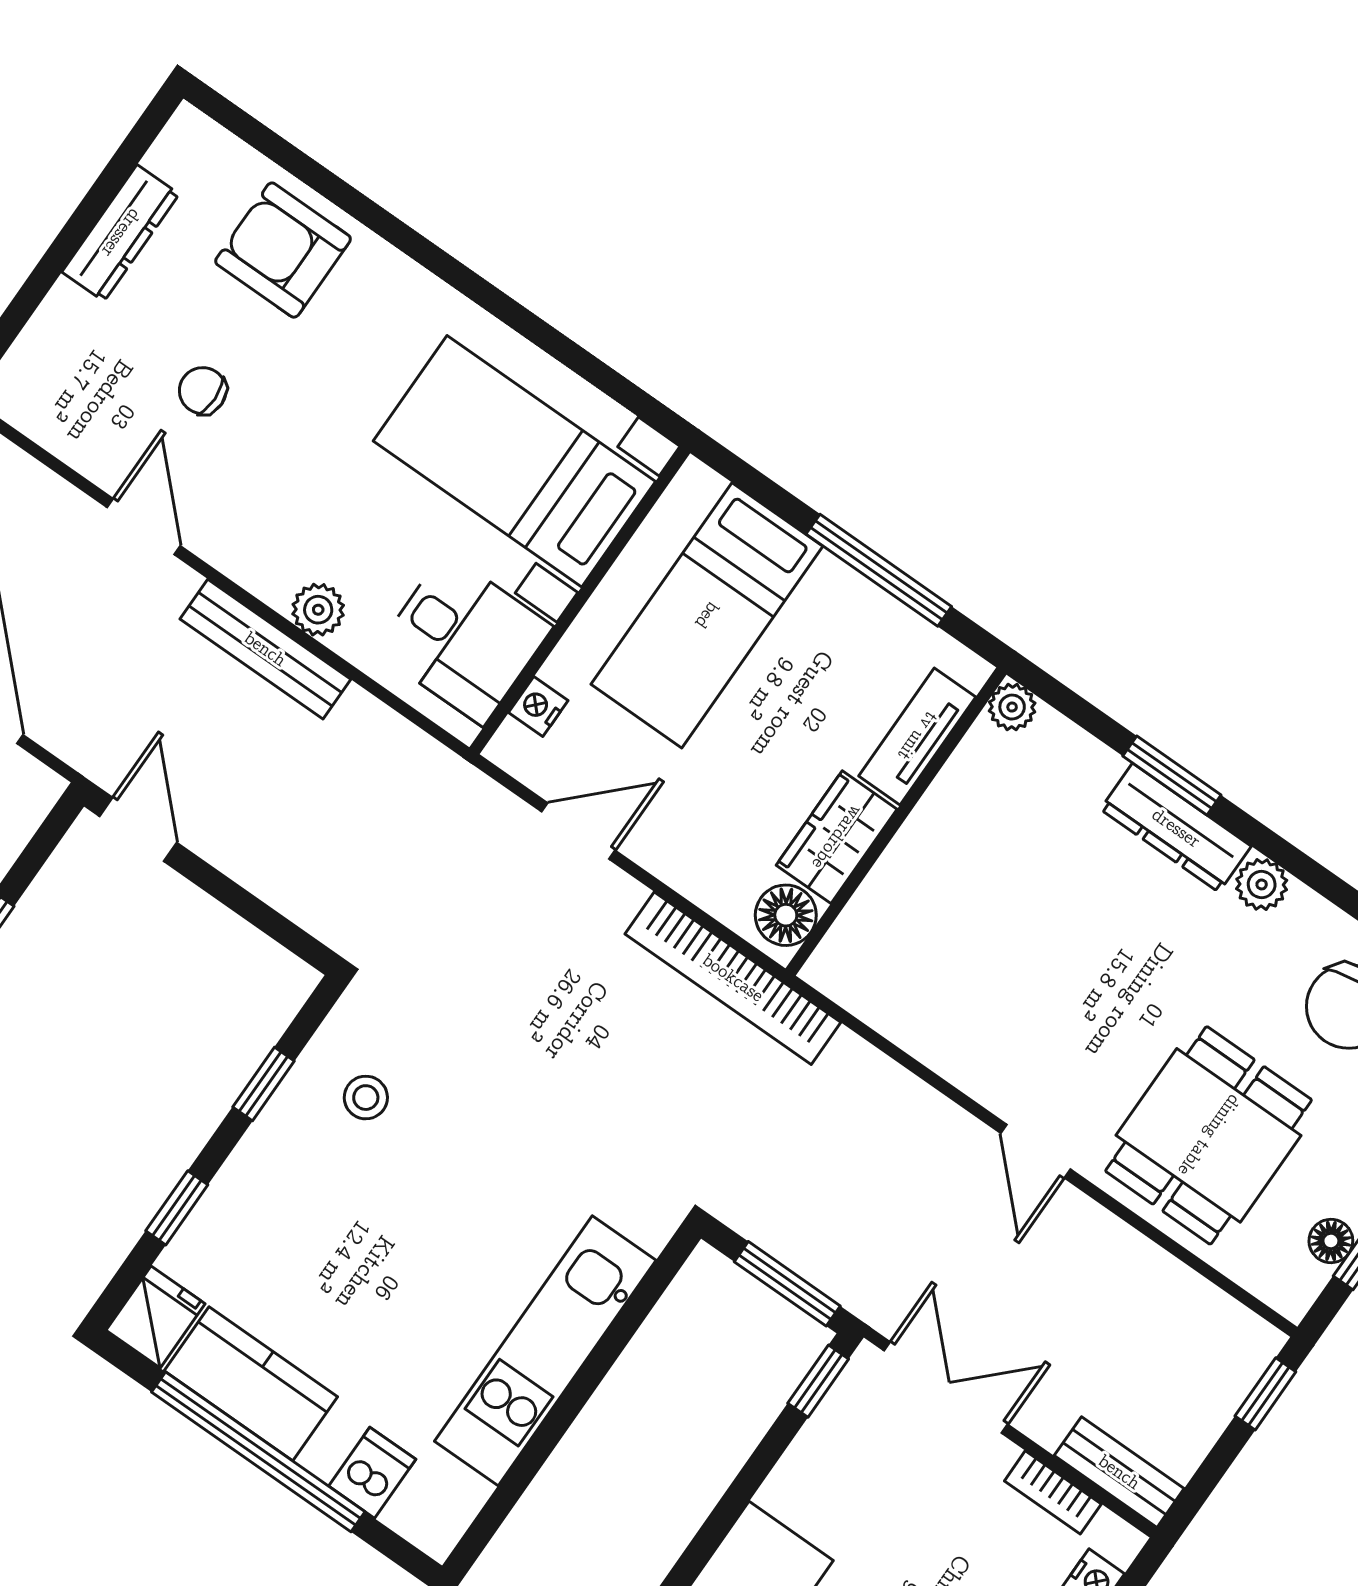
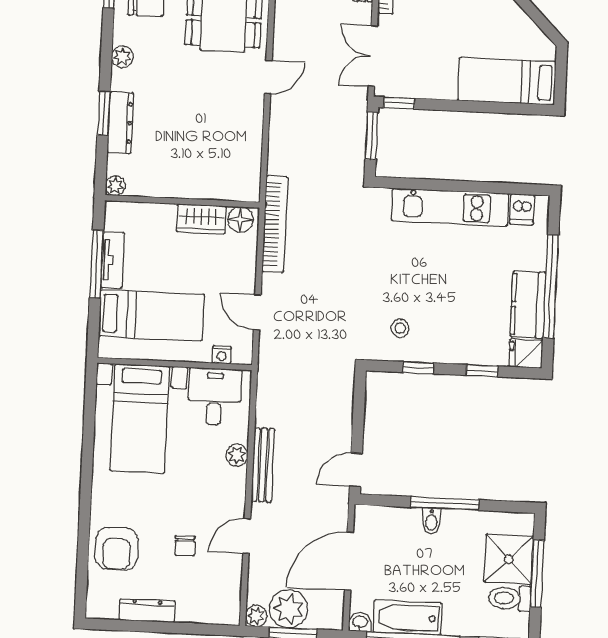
tv unit: (917, 736) -> (113, 260), moved, turned -90
dresser: (1176, 828) -> (120, 123), moved
dishwasher: (372, 1473) -> (522, 209), moved, turned -90

